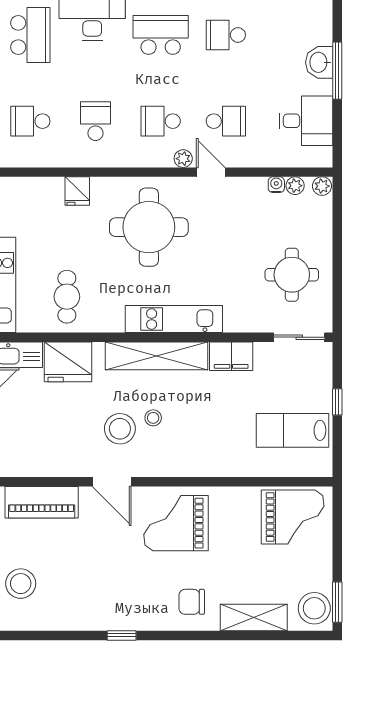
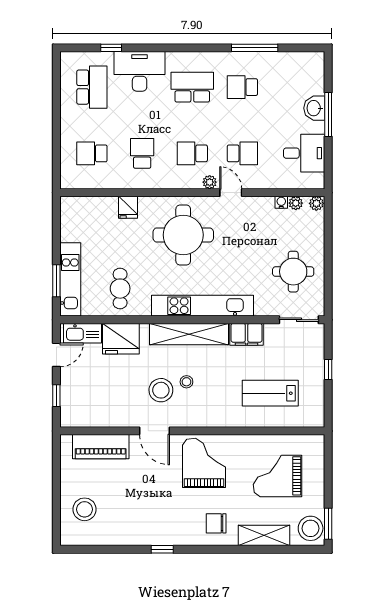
kitchen unit: (174, 319) -> (202, 306), width x1.36
lab bench: (293, 430) -> (270, 393), moved
grand piano: (293, 517) -> (278, 476), moved, turned 180
grand piano: (176, 523) -> (204, 463), turned 90

